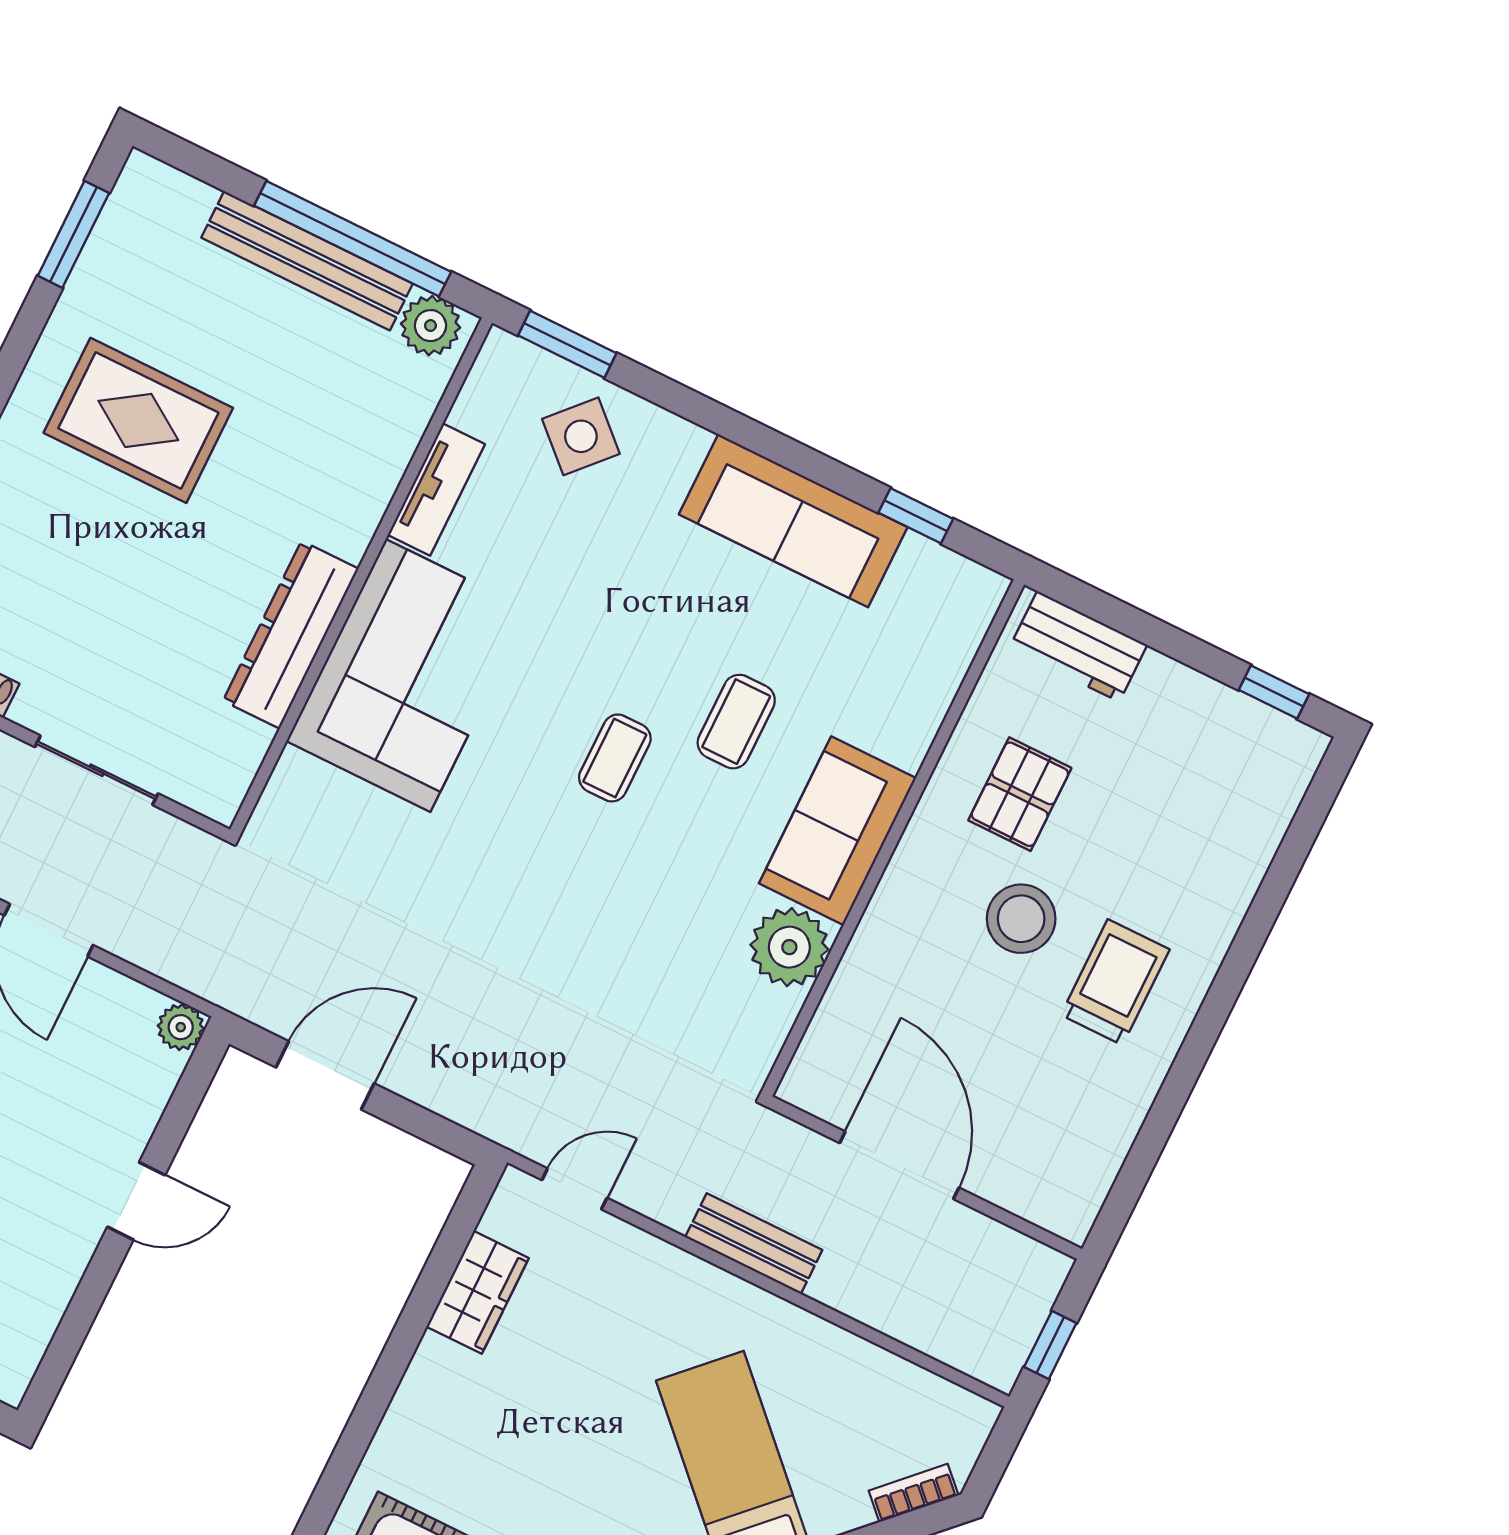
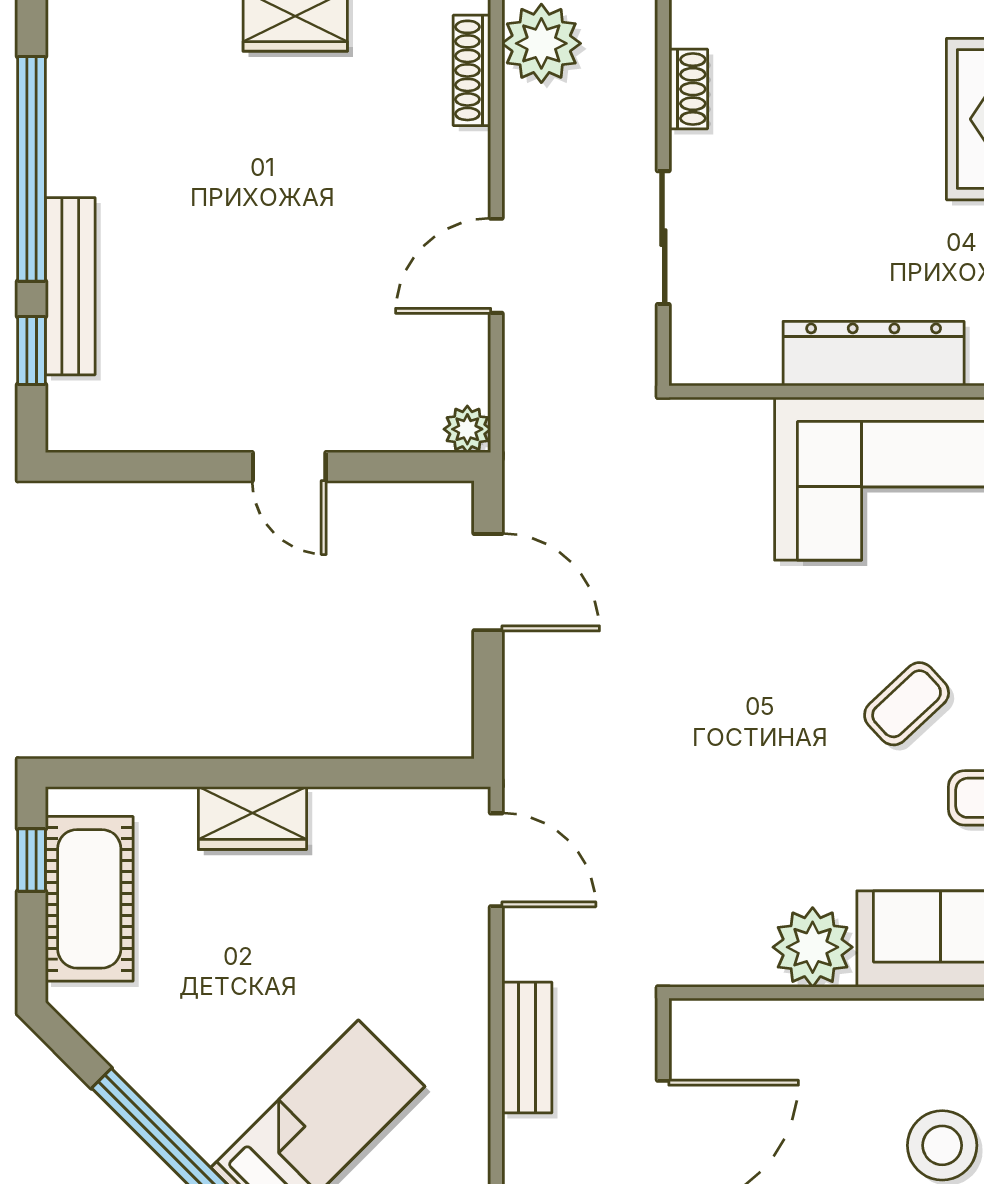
coffee table: (615, 758) -> (907, 704), turned -43
door: (574, 1189) -> (496, 860), width x1.38
wardrobe: (478, 1292) -> (252, 818), moved

